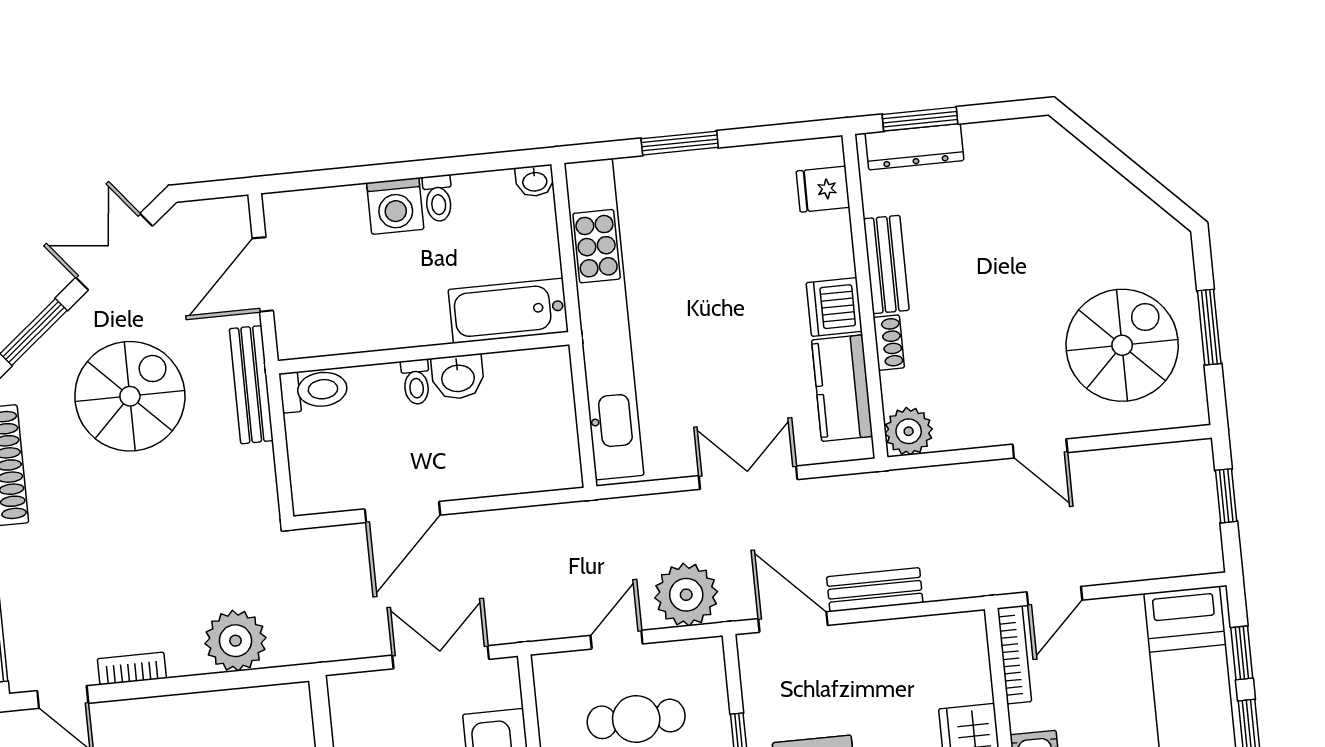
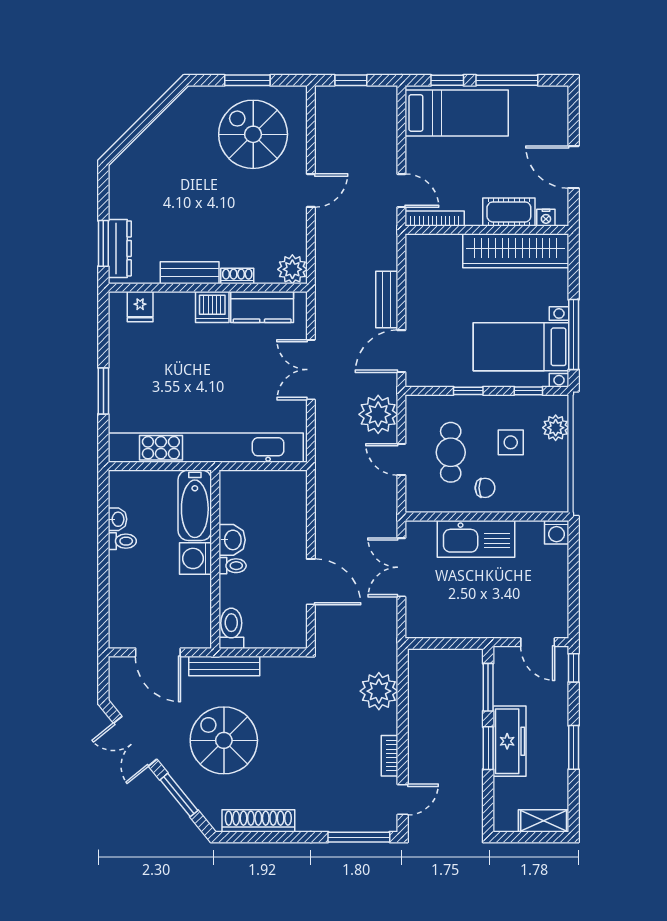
washbasin: (535, 181) -> (118, 519), moved
washing machine: (395, 206) -> (196, 558), moved, turned 180

